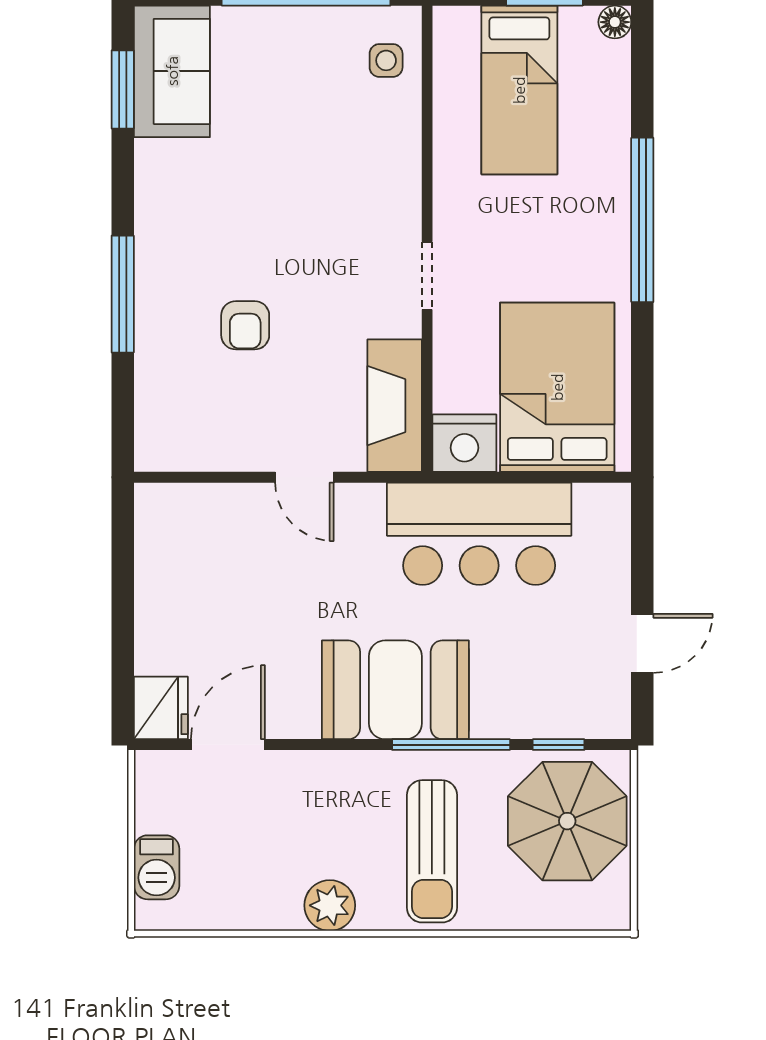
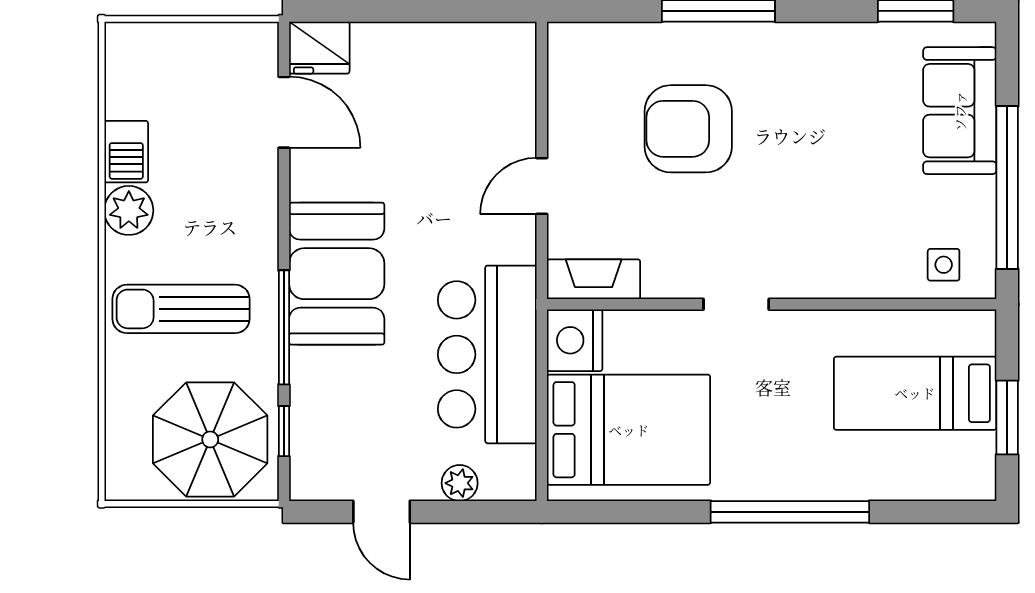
floor lamp: (615, 22) -> (981, 485), removed
sofa: (172, 71) -> (960, 111), moved, turned 90
armchair: (245, 325) -> (688, 129), width x1.88, depth x1.88
fireplace: (395, 406) -> (594, 279), width x0.73, depth x0.76
plant: (613, 562) -> (460, 483), added
barbecue: (157, 867) -> (126, 152), moved, turned -90

